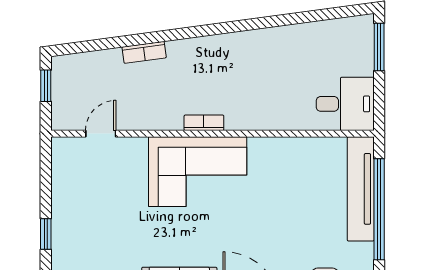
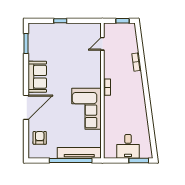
desk: (345, 104) -> (128, 146), moved
door: (101, 134) -> (102, 44), swing flipped
corner sofa: (198, 172) -> (86, 109), moved

